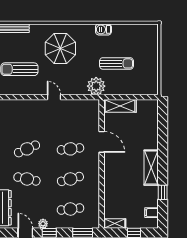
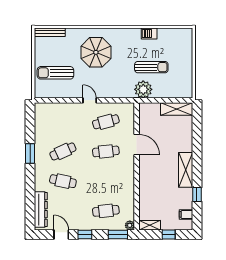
barbecue: (103, 29) -> (149, 34), moved
plant: (96, 86) -> (143, 89), moved
shelving: (120, 106) -> (177, 109), moved
cafe table: (70, 179) -> (106, 122), moved
plant: (43, 224) -> (130, 225), moved

